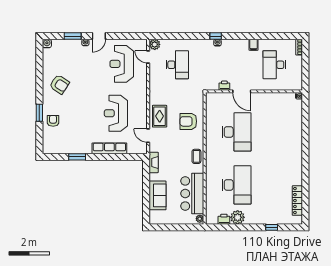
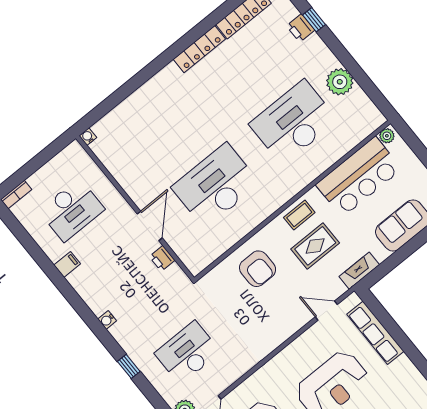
window: (216, 36) -> (129, 366), moved
rug: (160, 116) -> (315, 246), moved
door: (148, 136) -> (326, 311), swing flipped
row of seats: (109, 148) -> (375, 333), moved
locker: (298, 171) -> (199, 49), added
printer: (224, 219) -> (301, 28), moved

